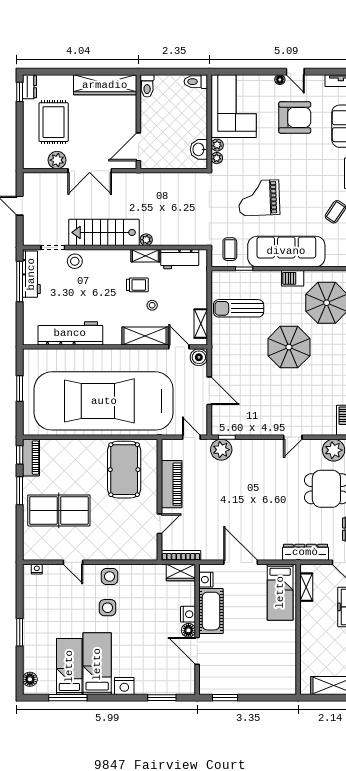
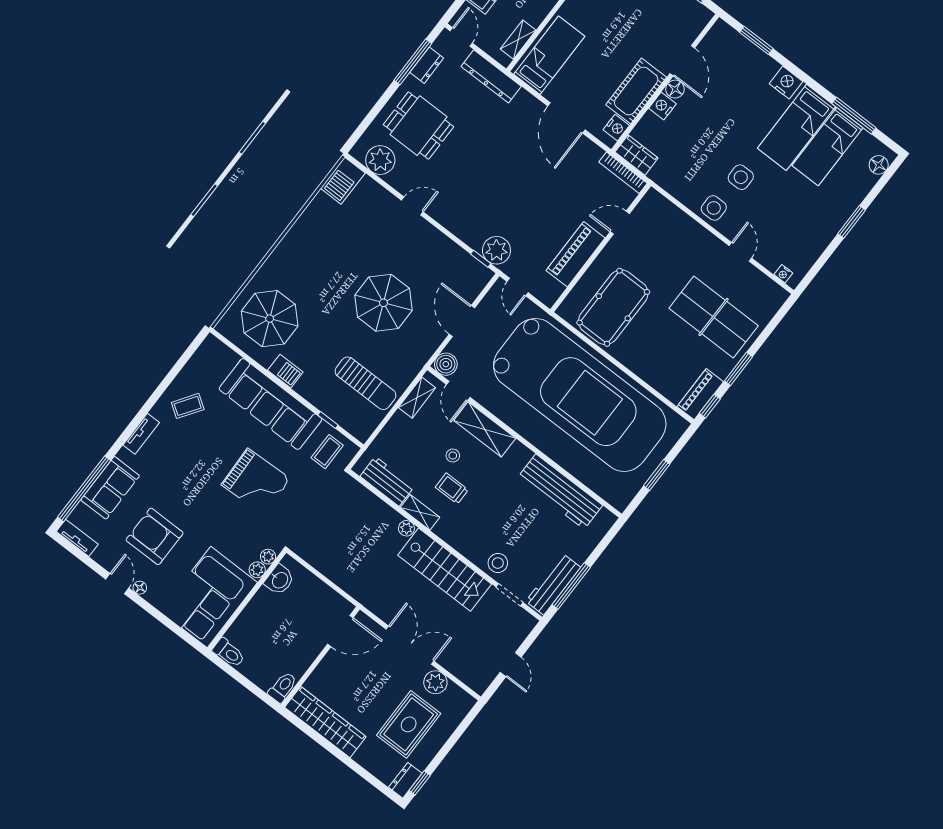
parasol: (289, 347) -> (384, 303), moved

